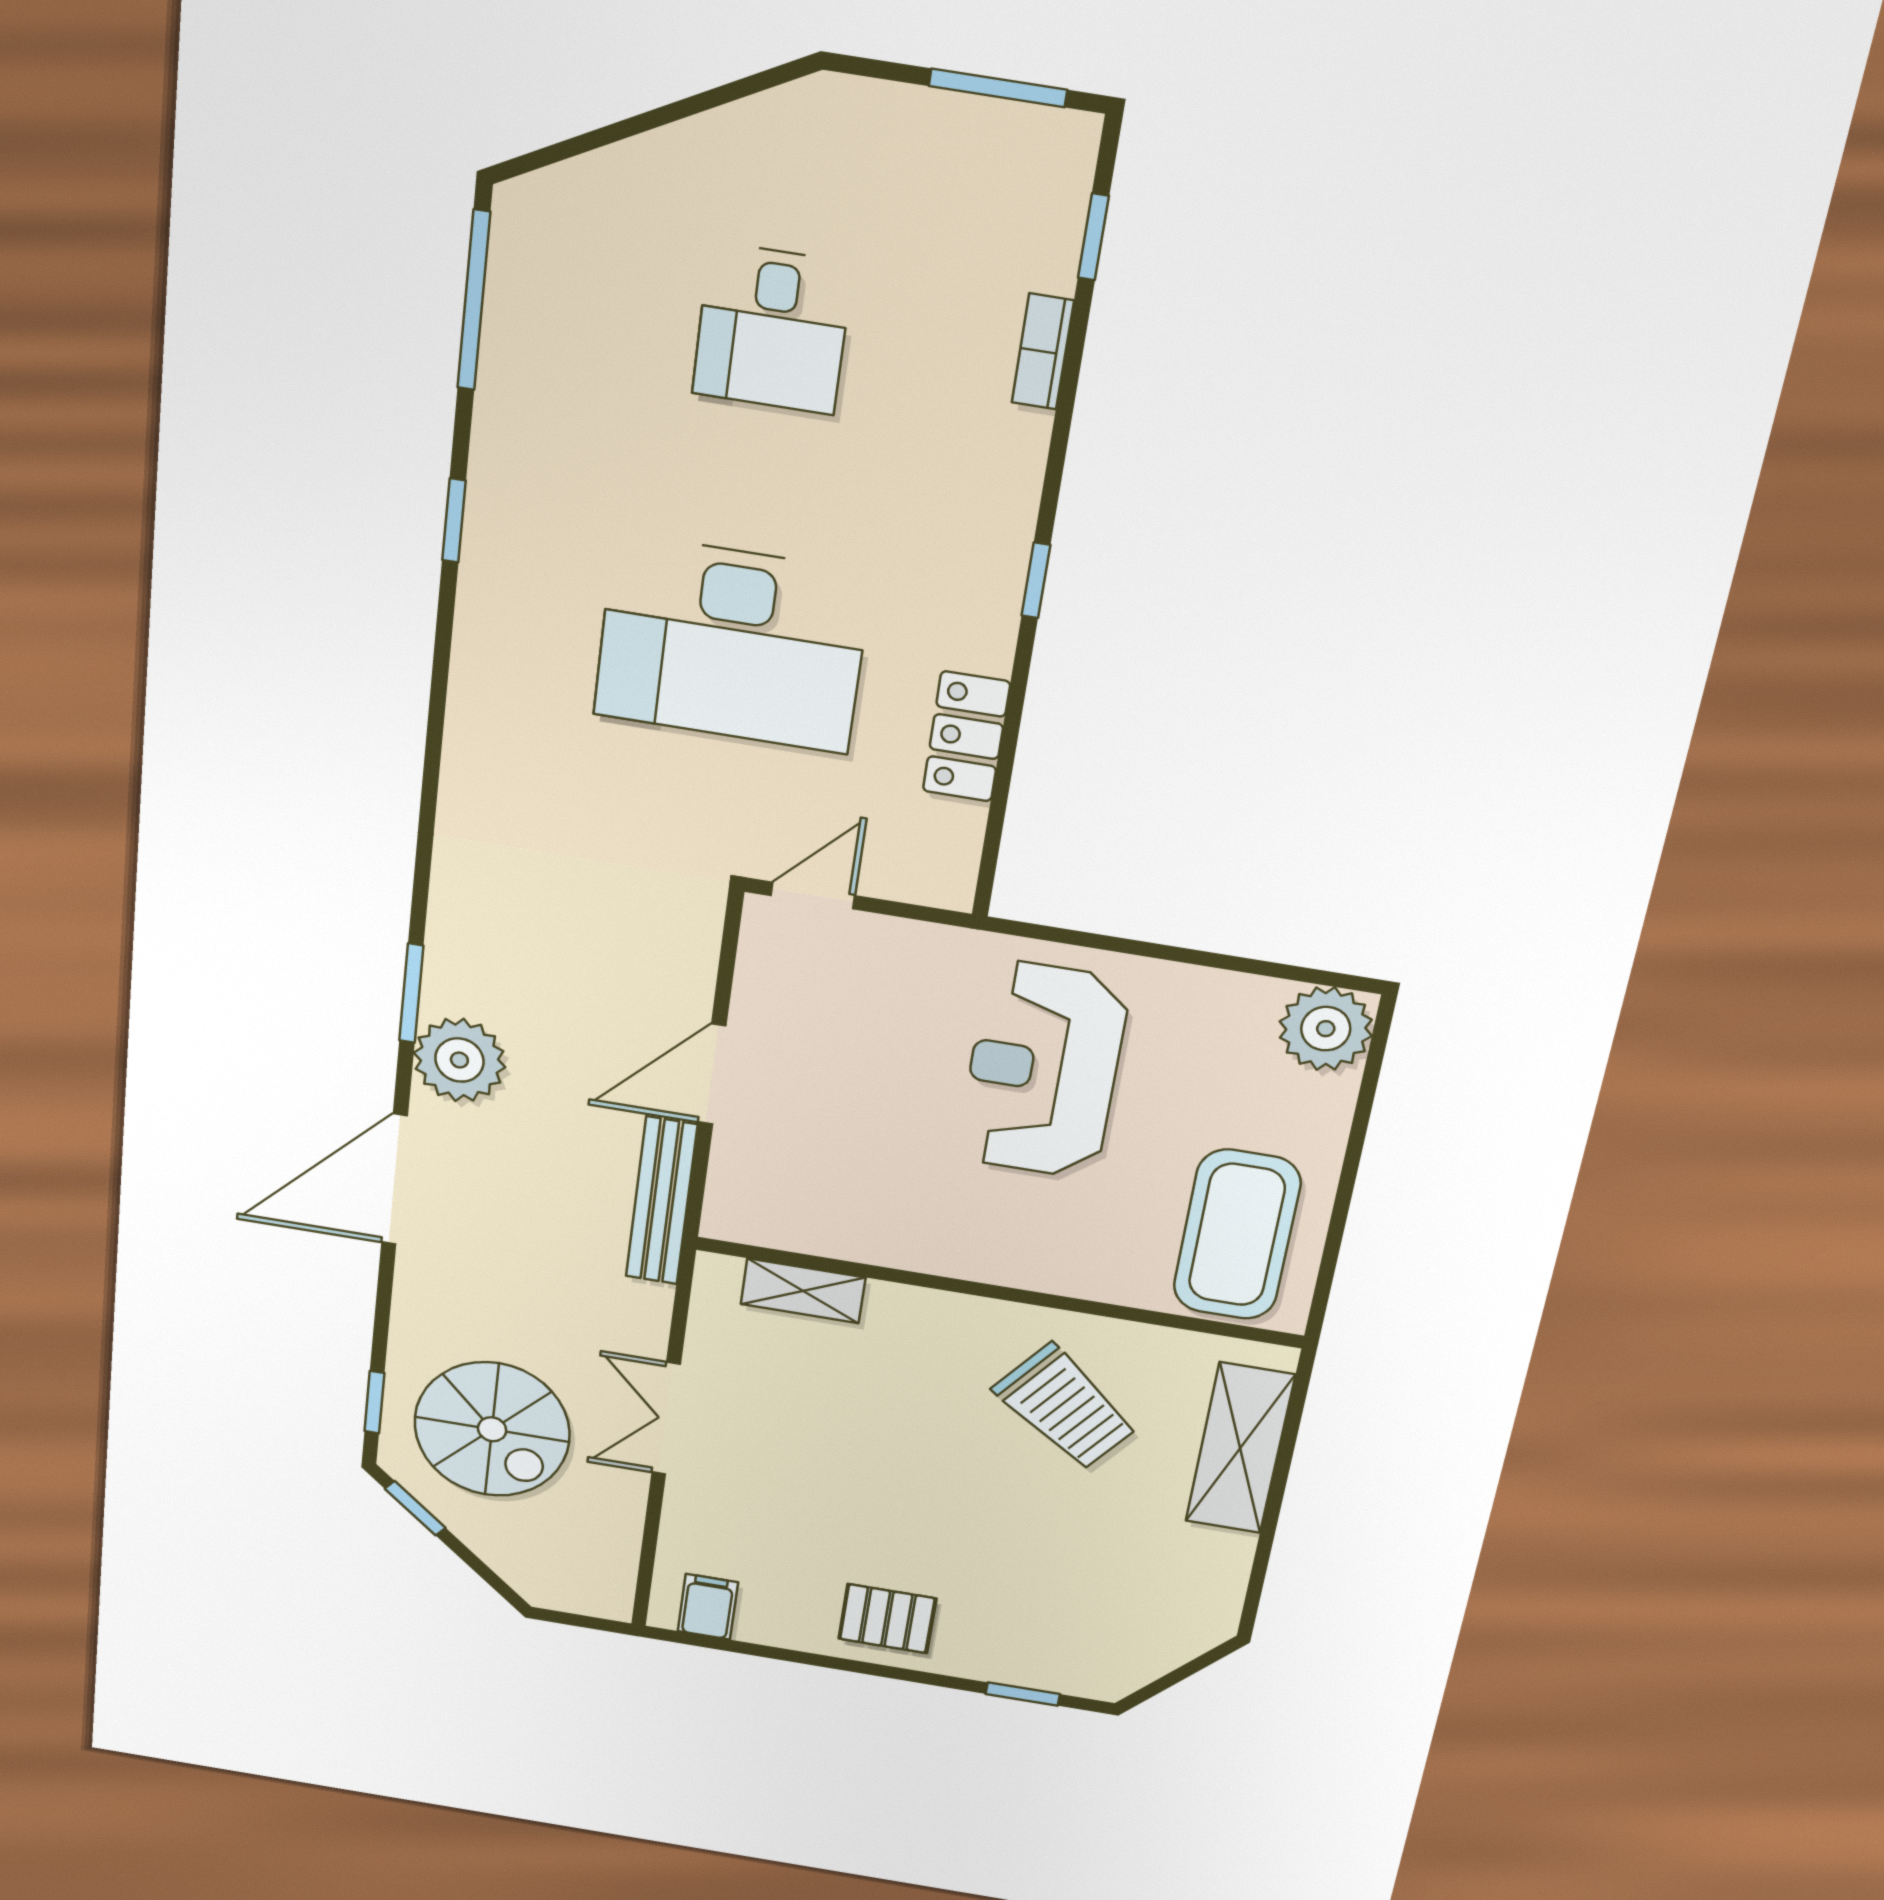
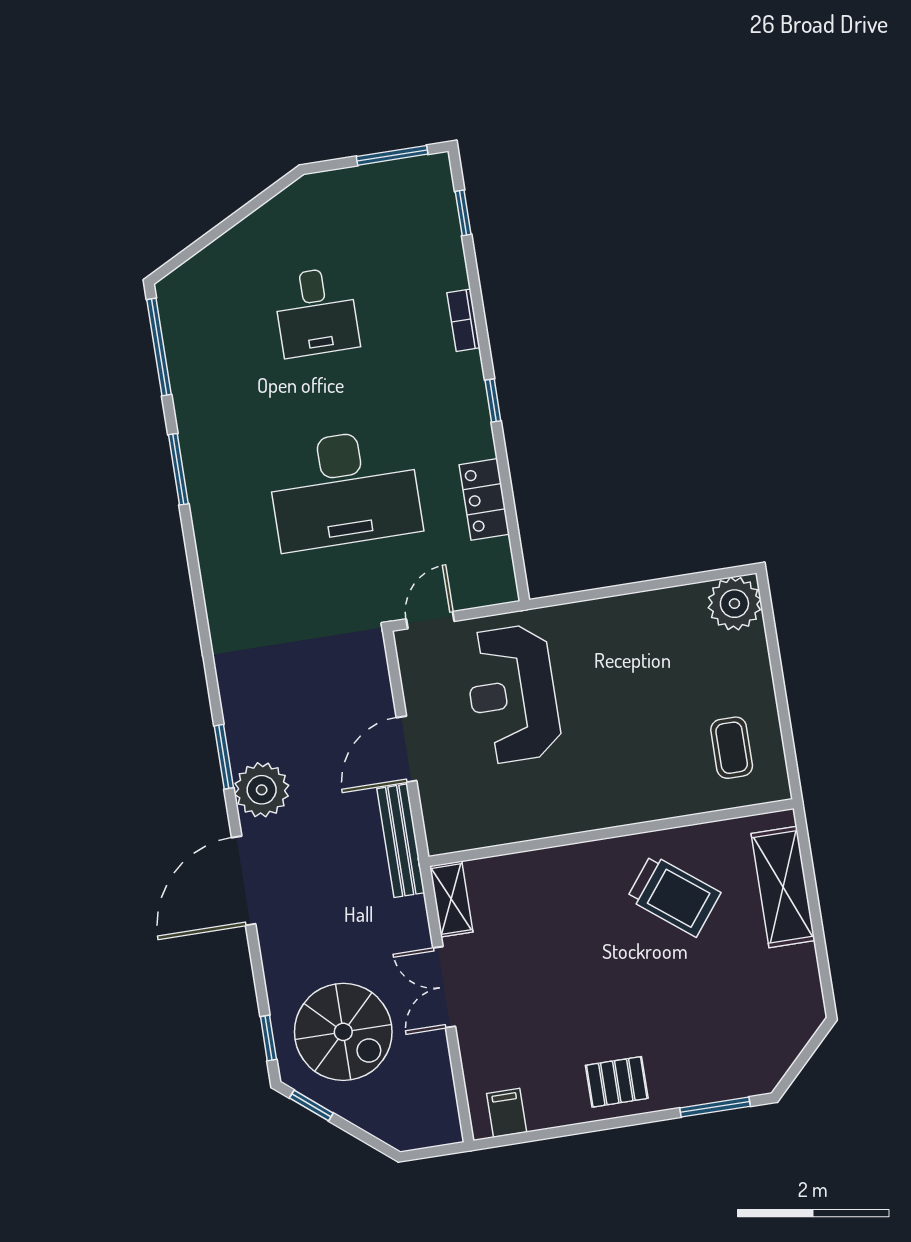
bookcase: (1043, 352) -> (463, 320), moved
window: (454, 521) -> (178, 469), width x1.50
reception desk: (1043, 1070) -> (512, 694), moved
coffee table: (1237, 1235) -> (732, 748), width x0.54, depth x0.58
shelving: (803, 1291) -> (451, 899), moved, turned 90
window: (1023, 1694) -> (715, 1107), width x1.50

